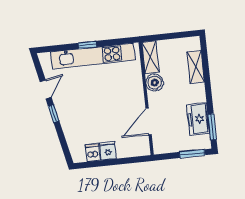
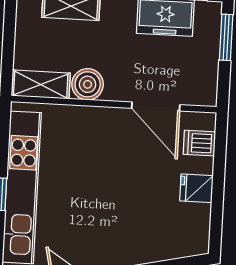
dishwasher: (93, 153) -> (199, 143), moved

